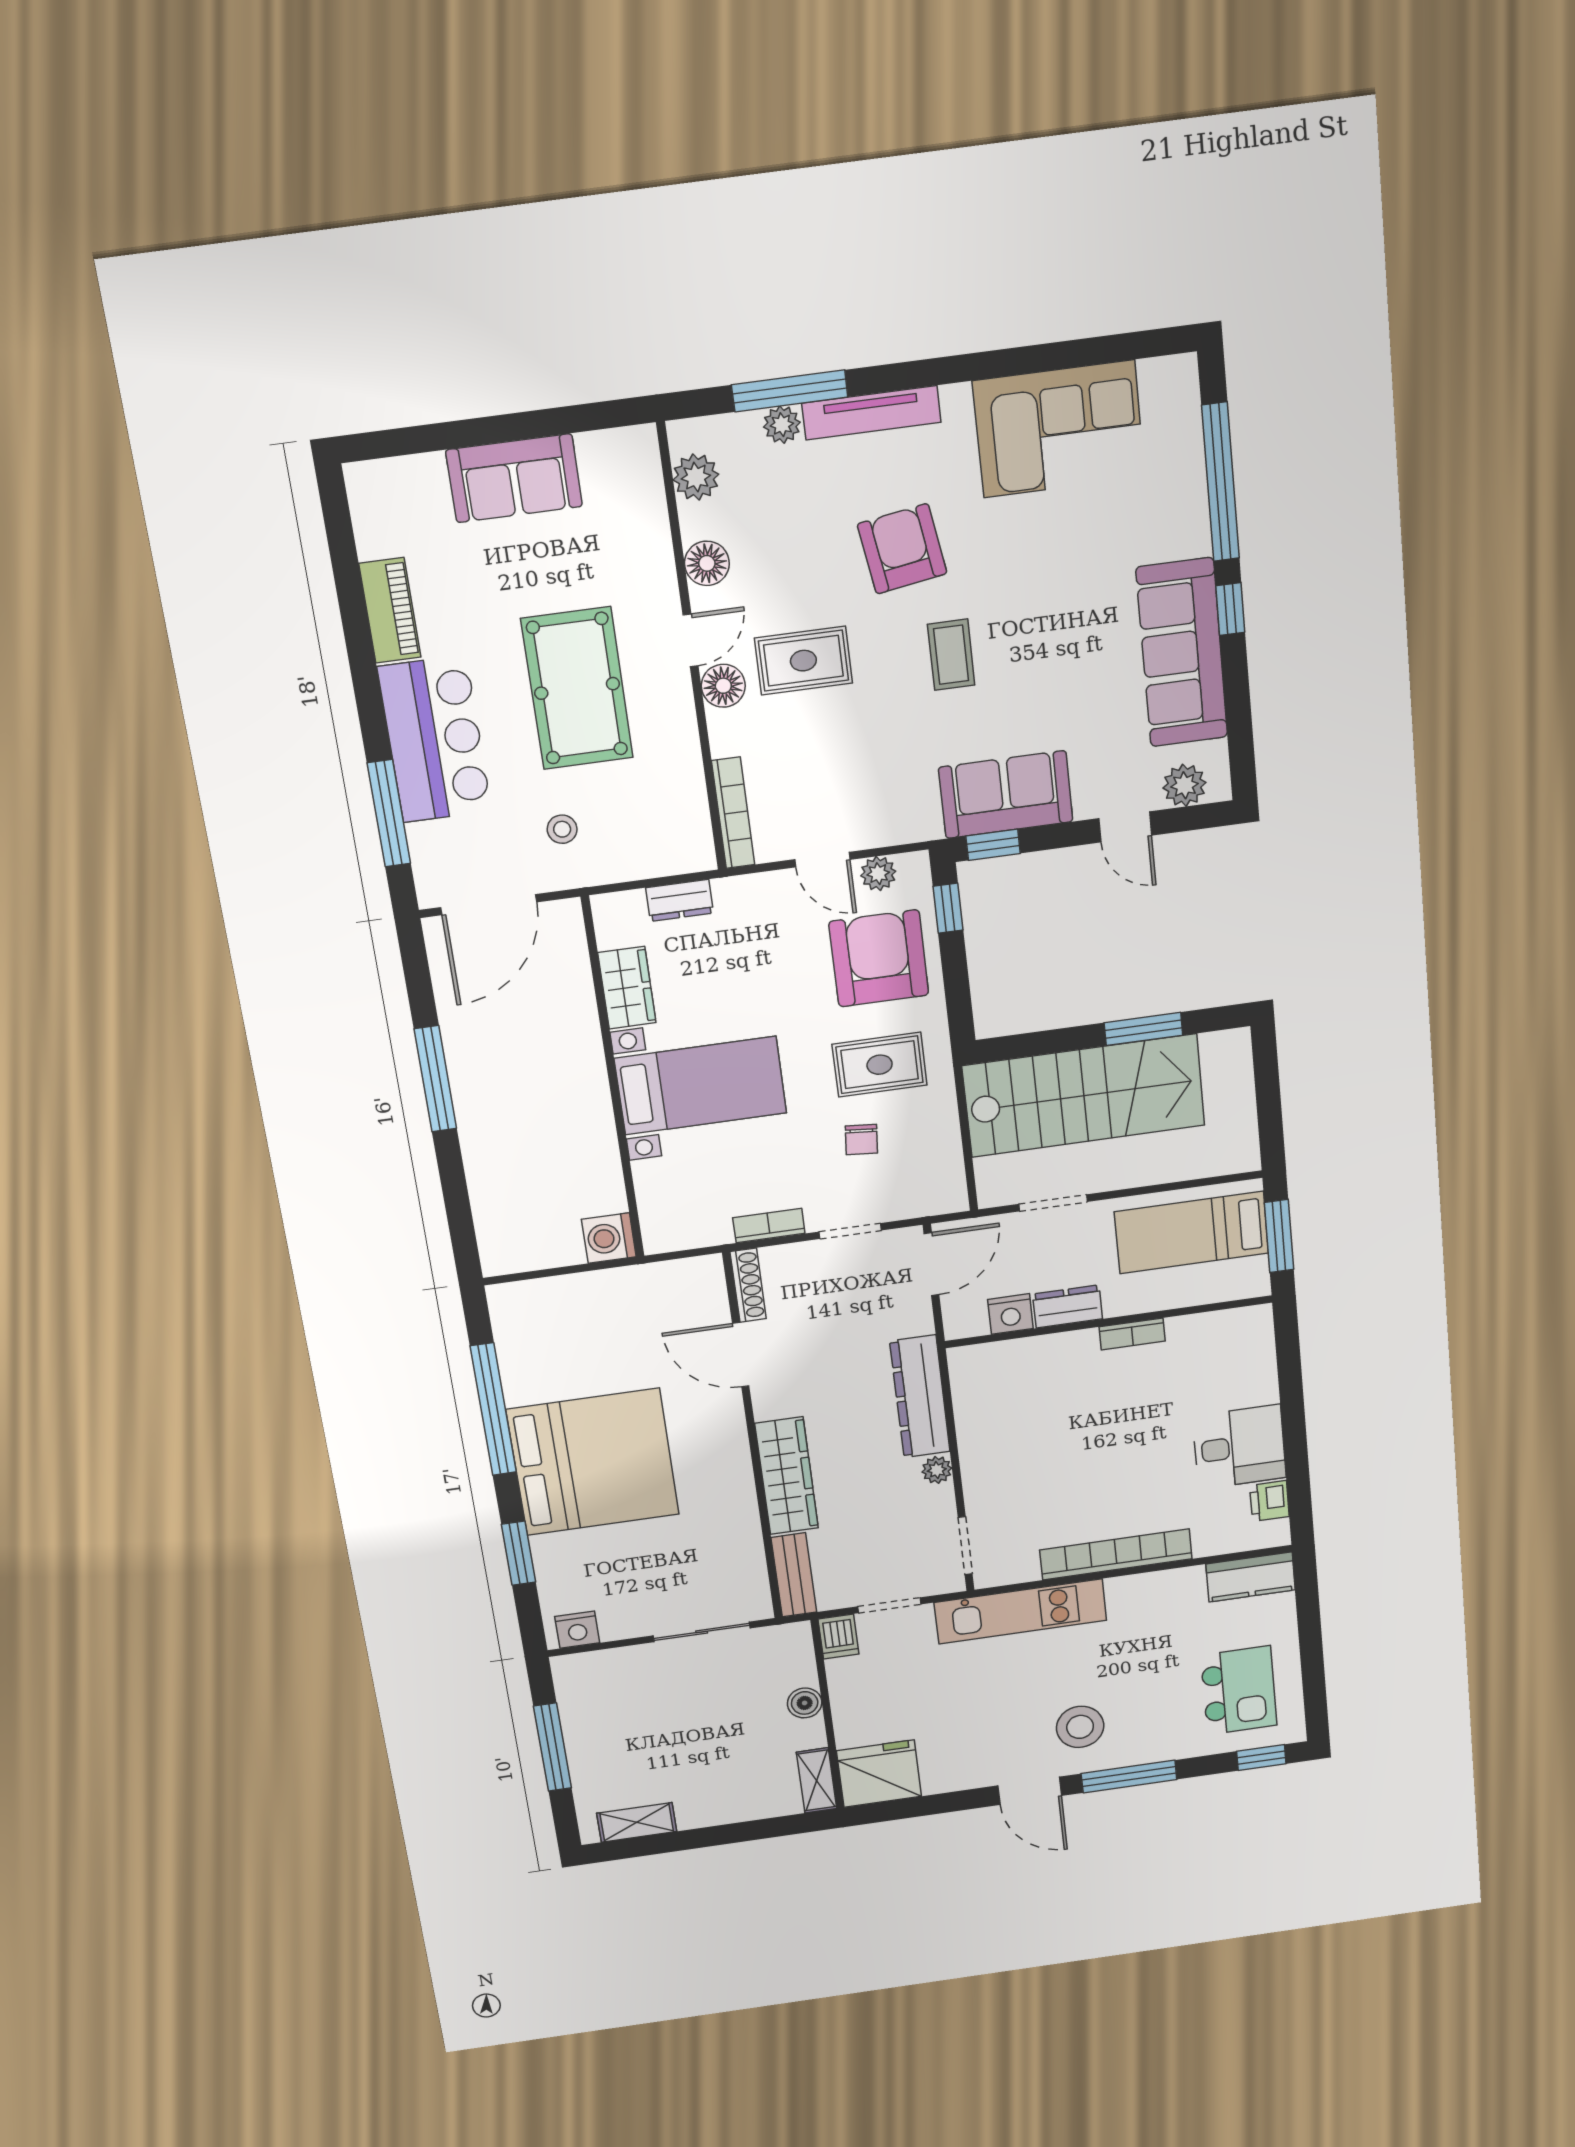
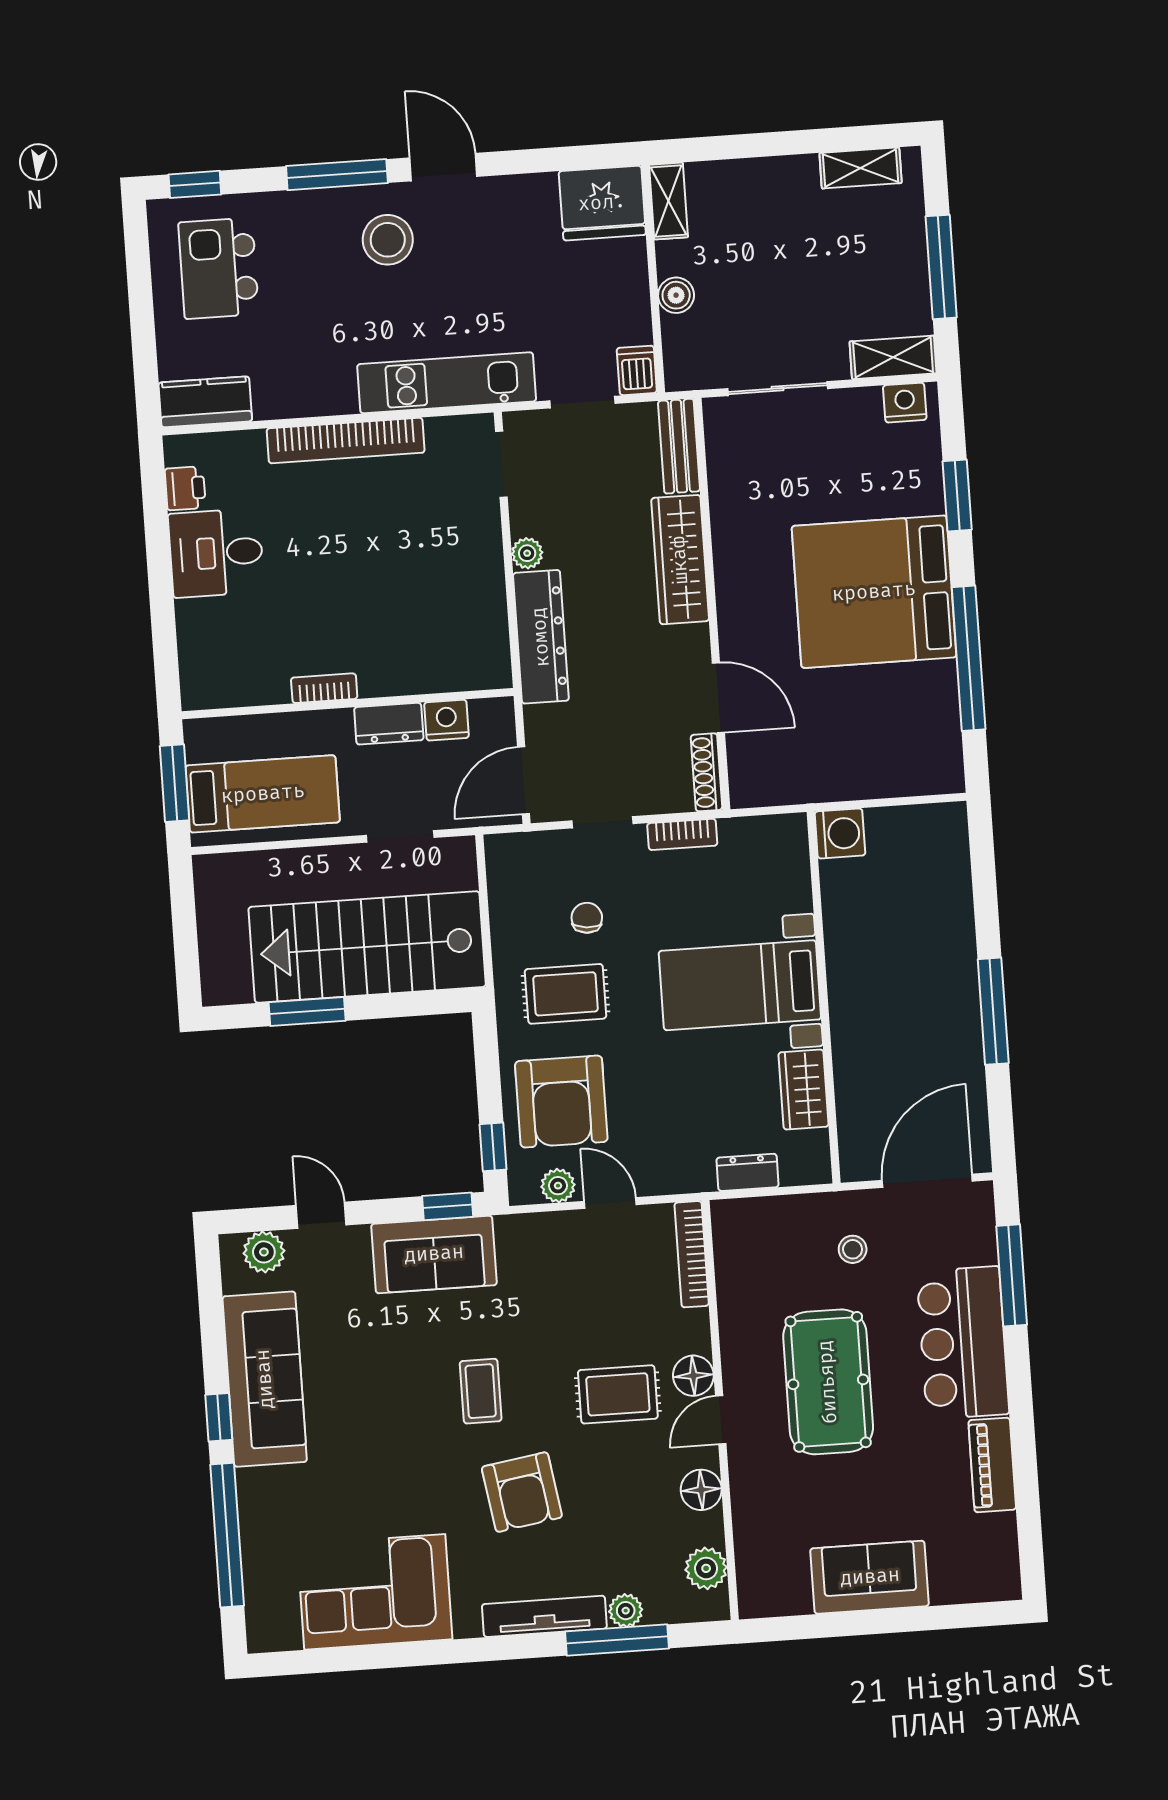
shelving: (592, 1667) -> (893, 357), added

